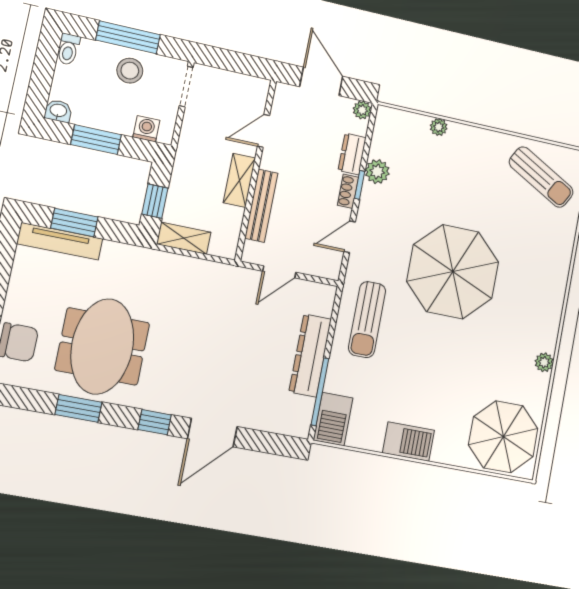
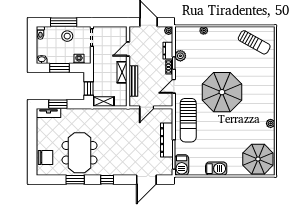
tv unit: (60, 241) -> (49, 113), width x0.71
sun lounger: (367, 320) -> (188, 120), width x1.36, depth x1.34
door: (212, 433) -> (146, 180), moved

